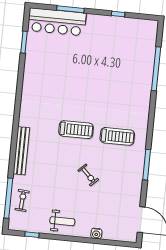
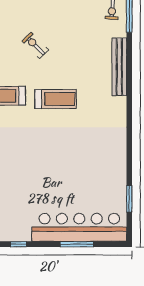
bar counter: (57, 22) -> (79, 227), width x1.36
treadmill: (76, 130) -> (56, 99), turned 180

